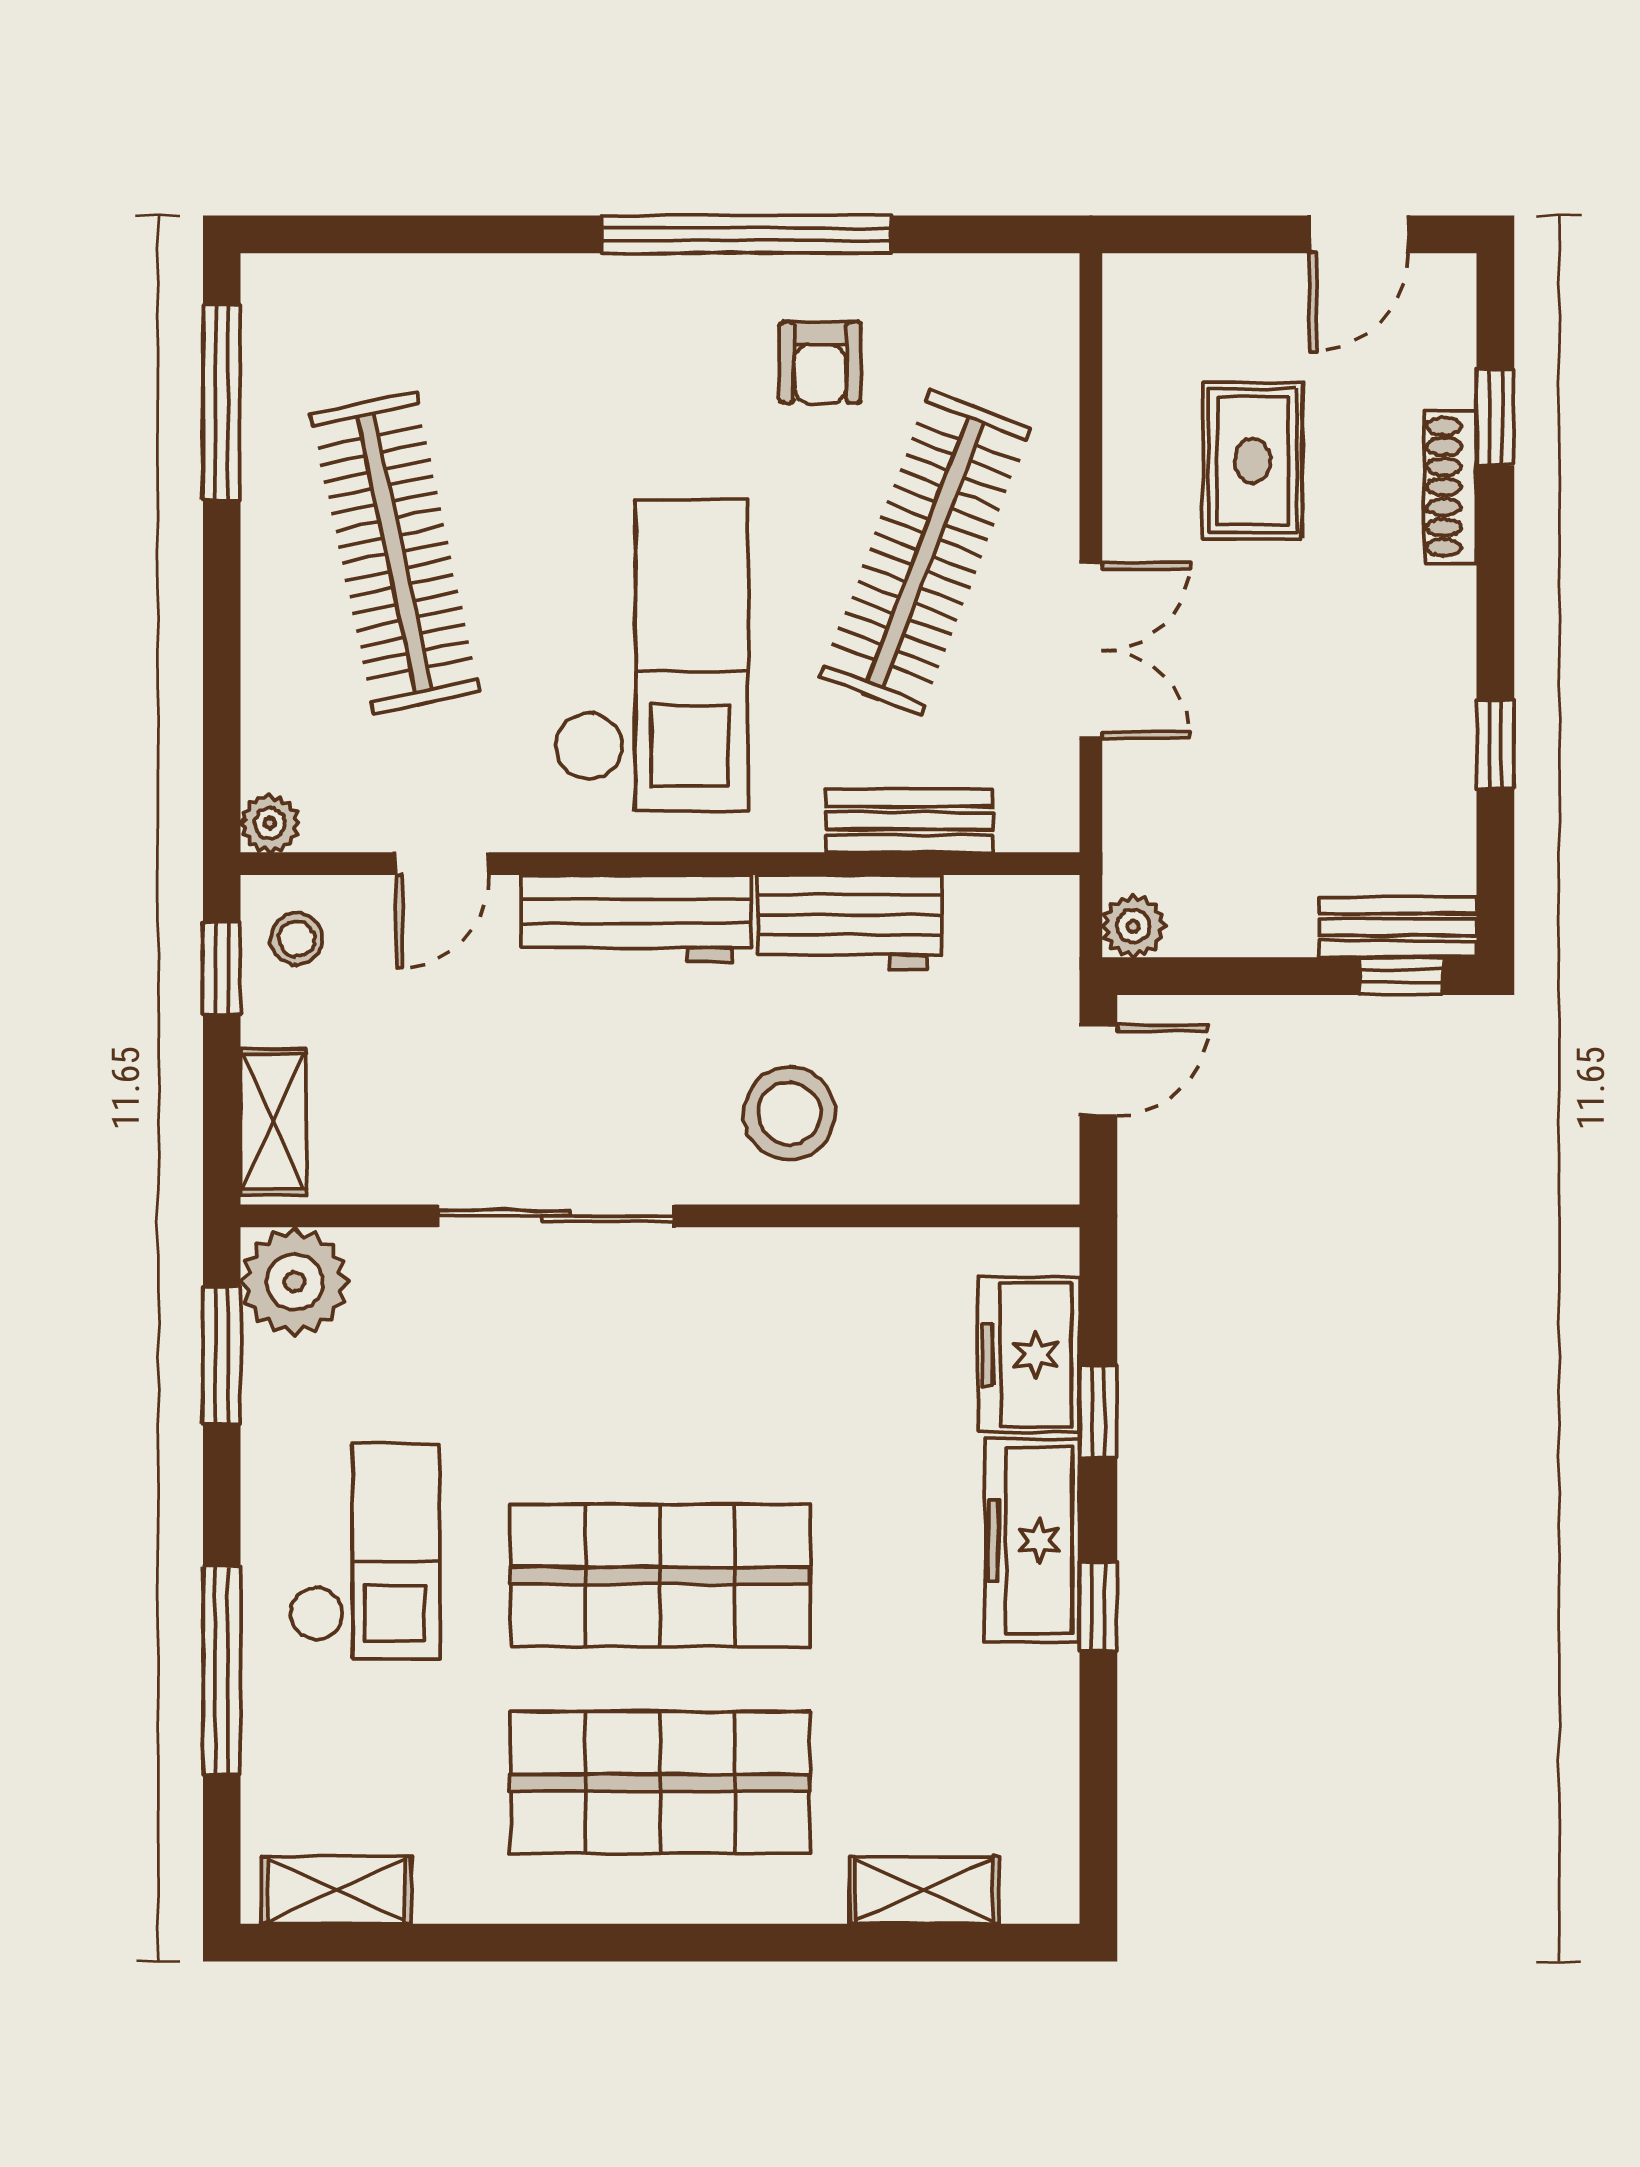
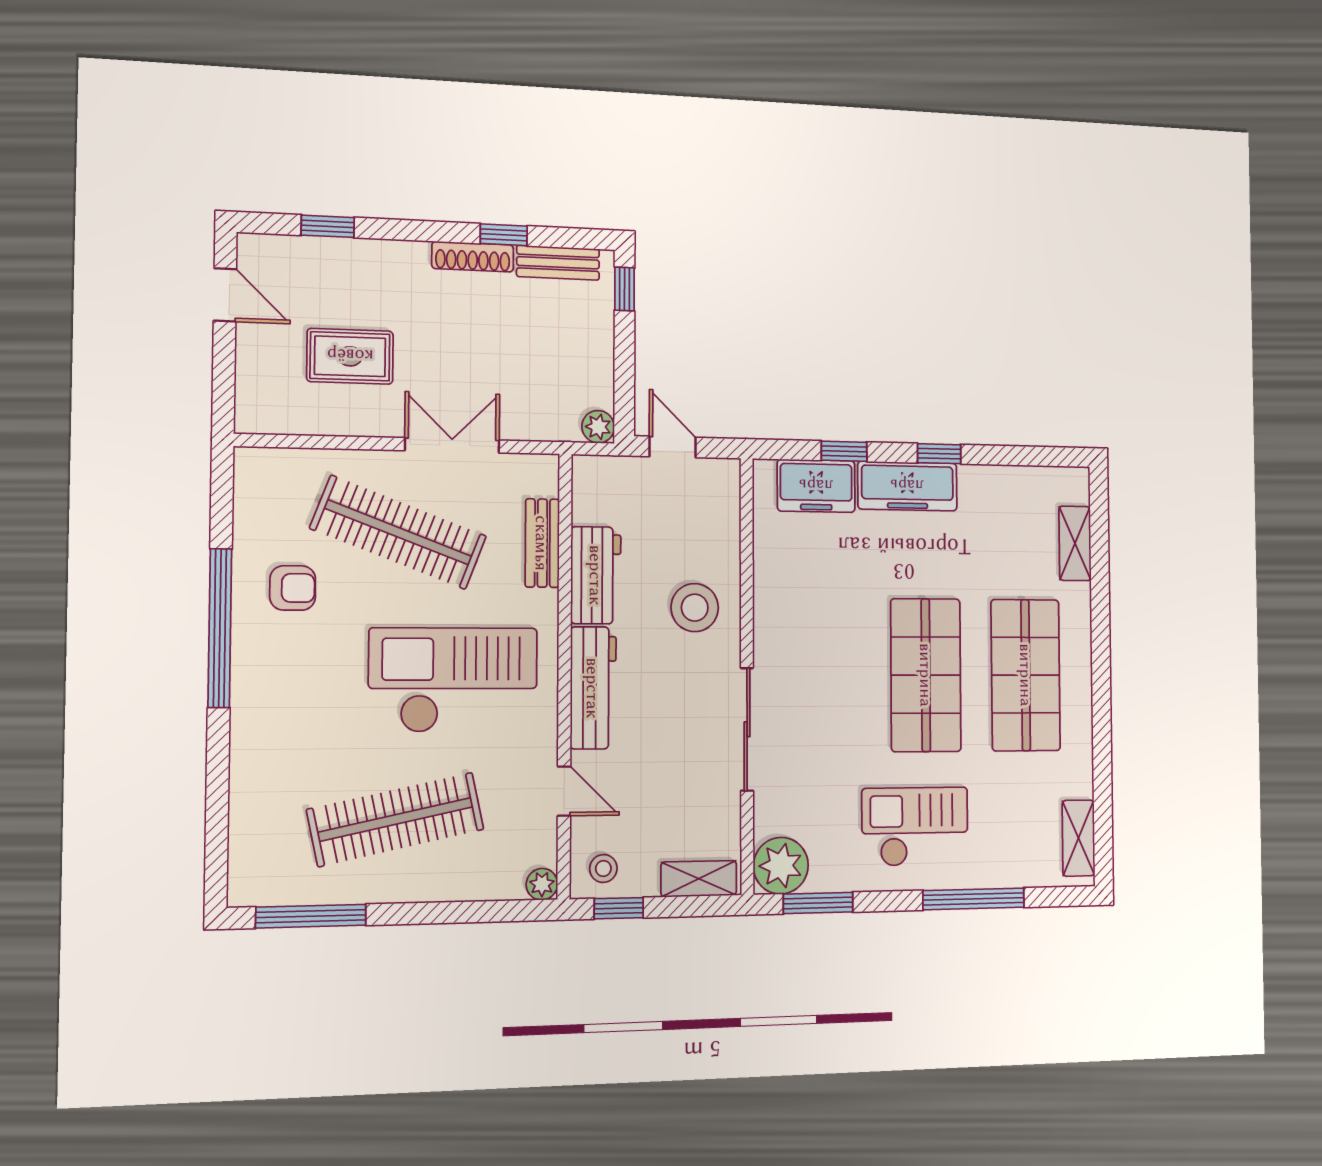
shoe rack: (1451, 487) -> (473, 257), moved
bench: (1398, 927) -> (558, 263), moved, turned 90

